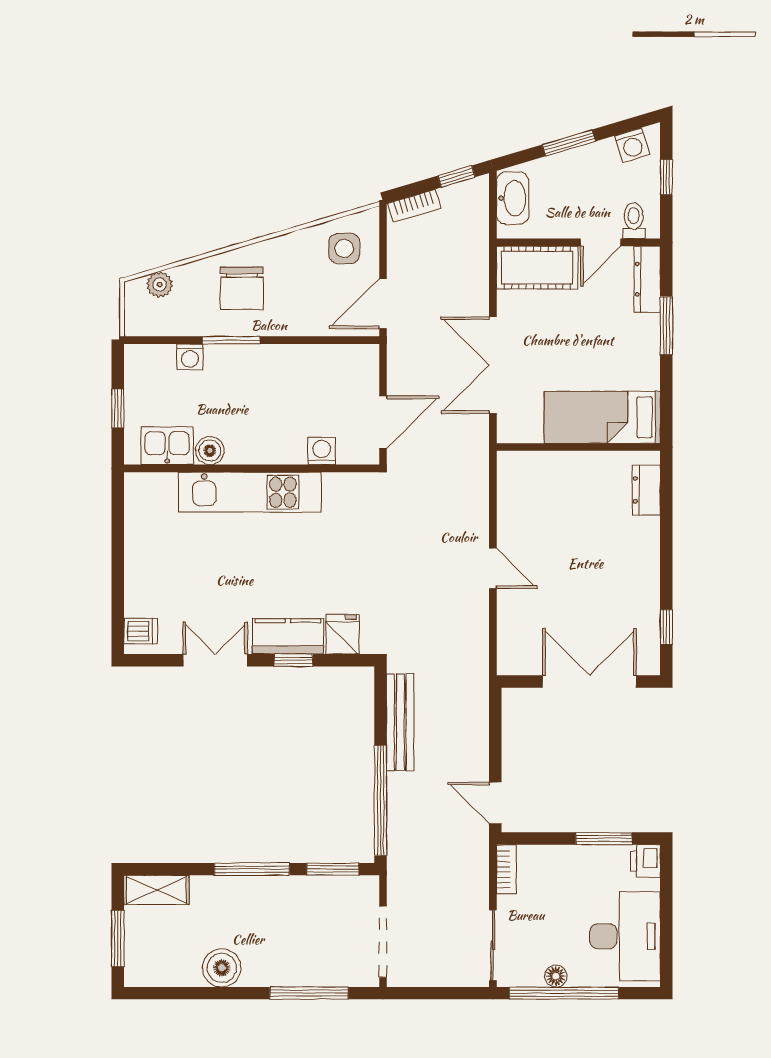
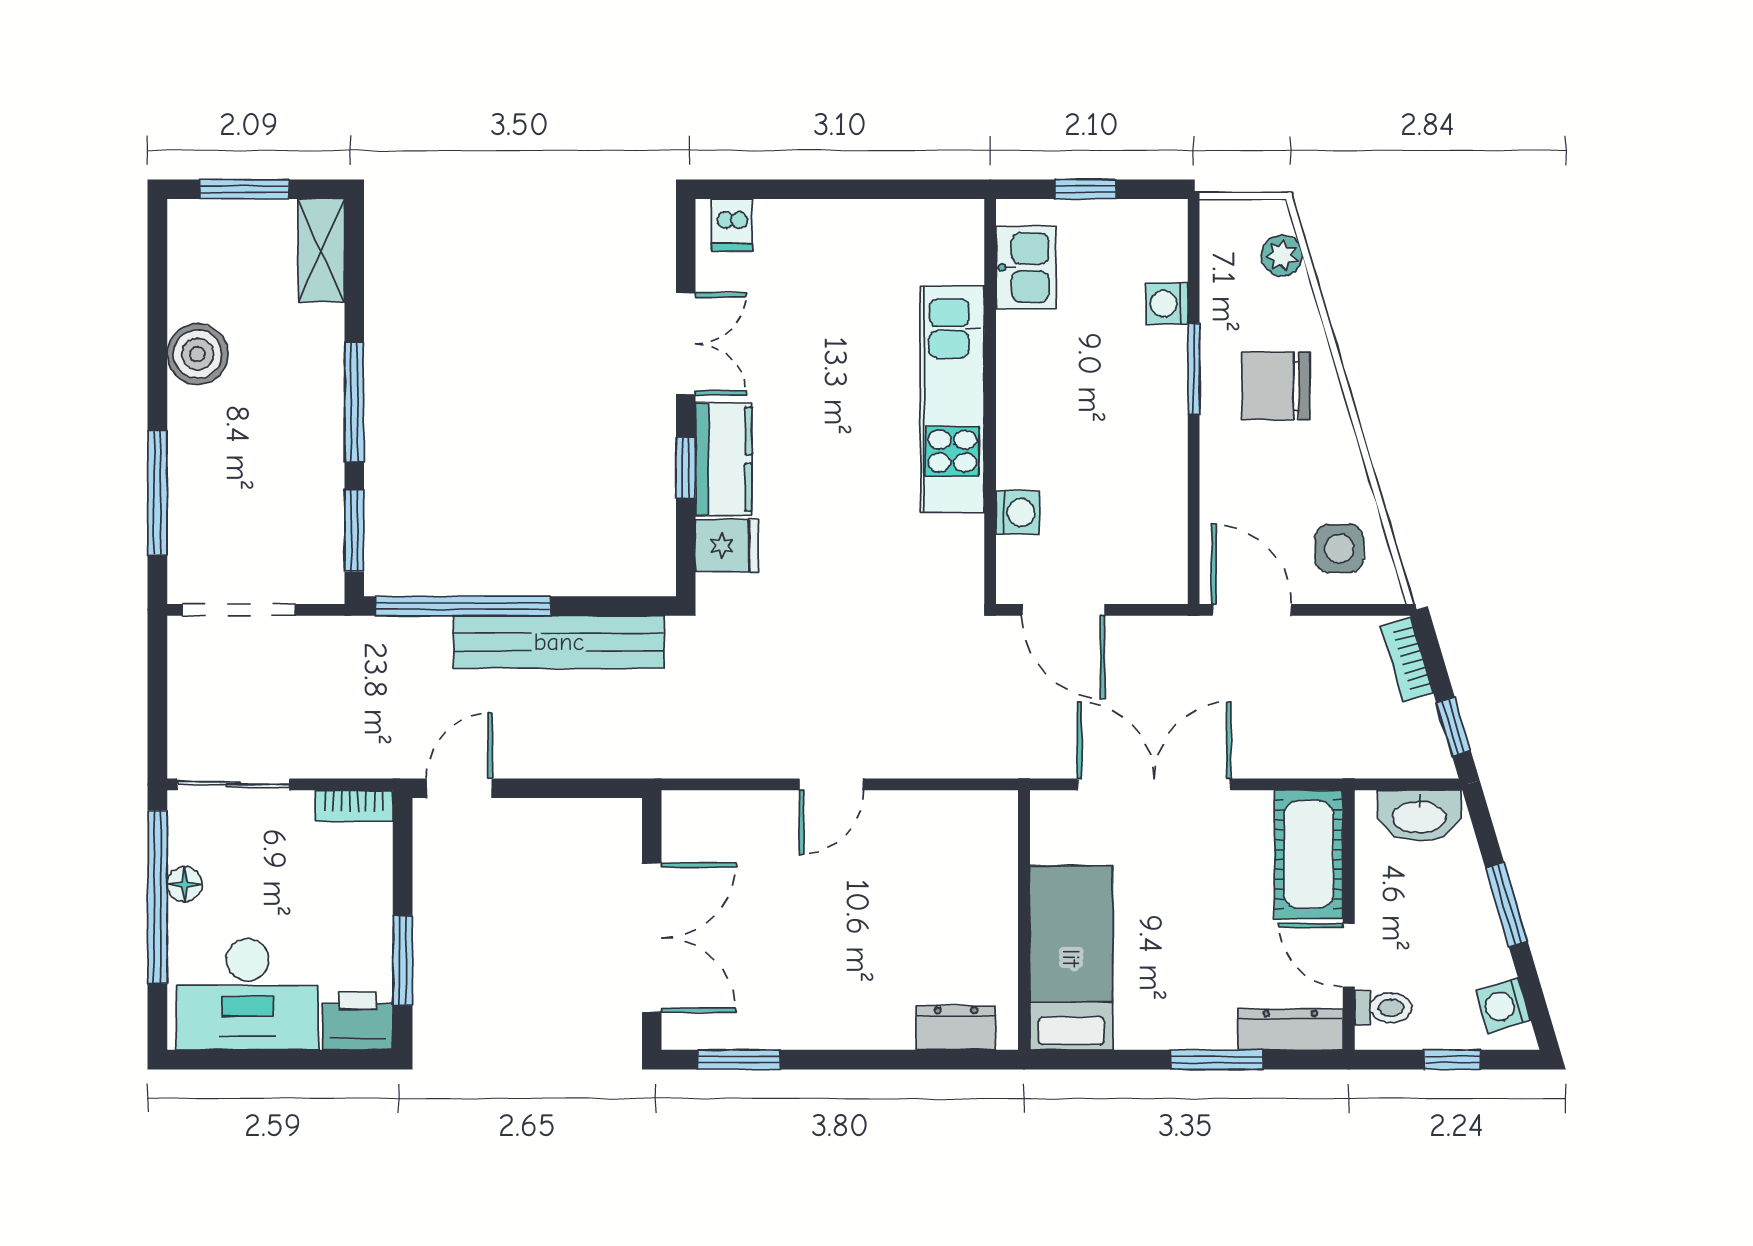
boiler: (210, 451) -> (1018, 335), removed
window: (666, 627) -> (739, 1060), width x1.50
bench: (400, 722) -> (559, 642), width x1.37, depth x1.21
printer: (645, 861) -> (358, 1021), width x1.36, depth x1.24

